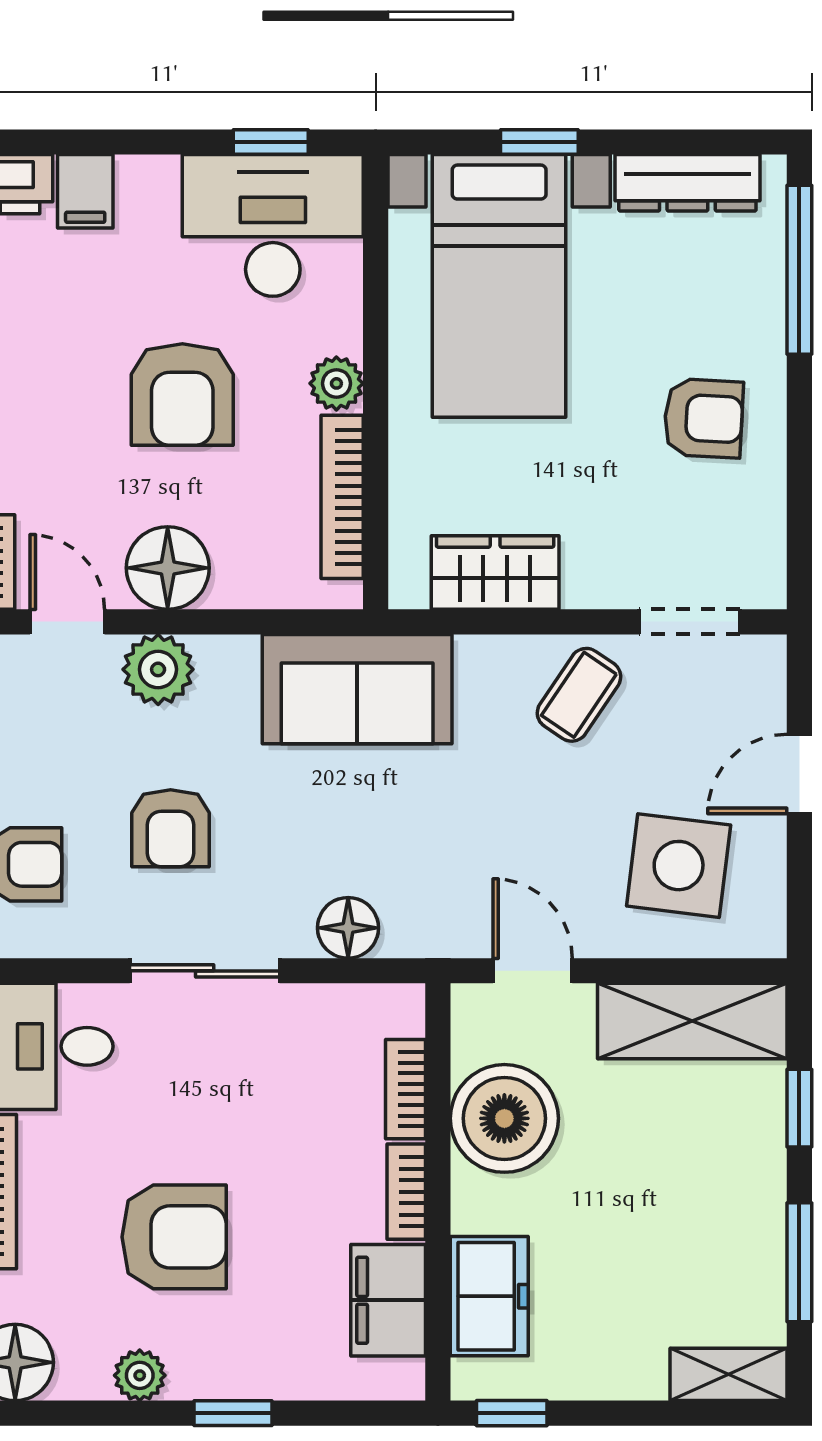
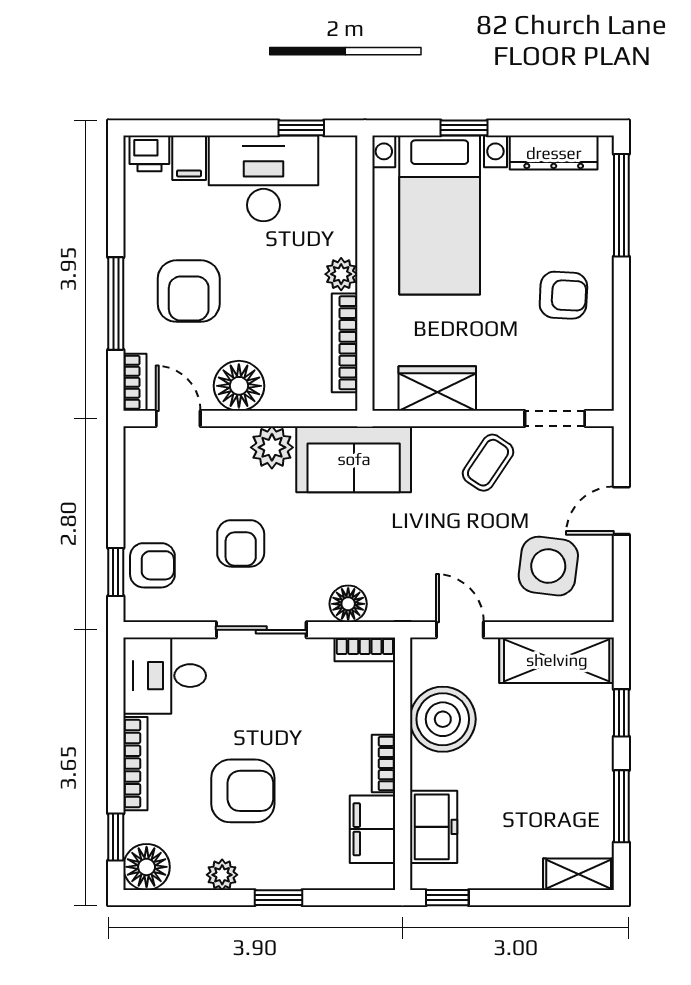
desk: (273, 225) -> (263, 178), moved
armchair: (182, 394) -> (189, 291), moved
plant: (158, 669) -> (272, 447), moved
bookcase: (405, 1089) -> (365, 649), moved, turned -90

